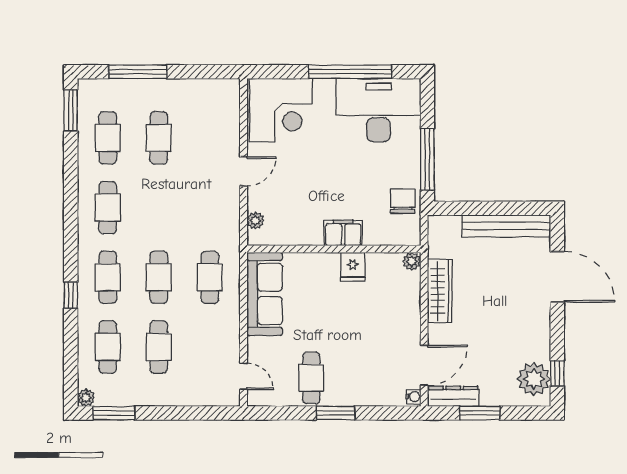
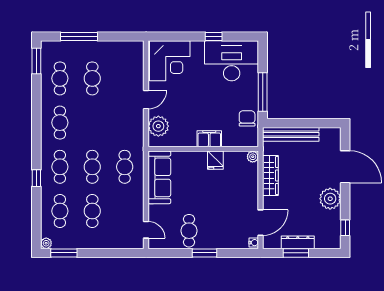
window: (350, 72) -> (214, 36), width x0.32
plant: (255, 221) -> (158, 126), width x1.88, depth x1.88
bench: (506, 226) -> (291, 134), moved
plant: (534, 379) -> (330, 199), moved
dresser: (453, 396) -> (298, 242), moved

